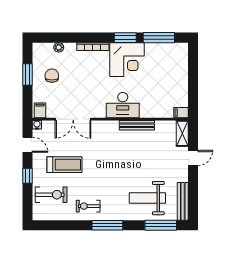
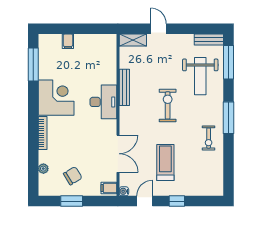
window: (125, 38) -> (33, 99), removed
chair: (52, 76) -> (73, 176), turned 149
filing cabinet: (181, 113) -> (68, 41), moved
exercise bike: (51, 195) -> (168, 105), moved
bench: (183, 201) -> (209, 39), width x0.73

